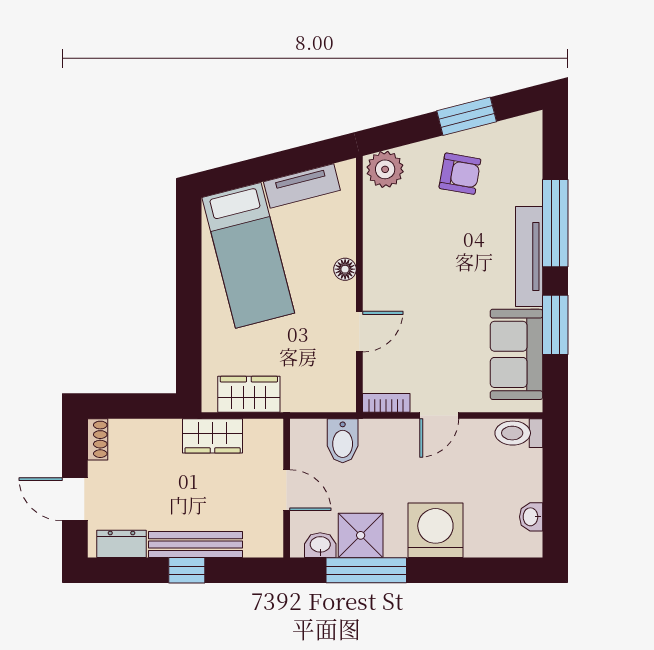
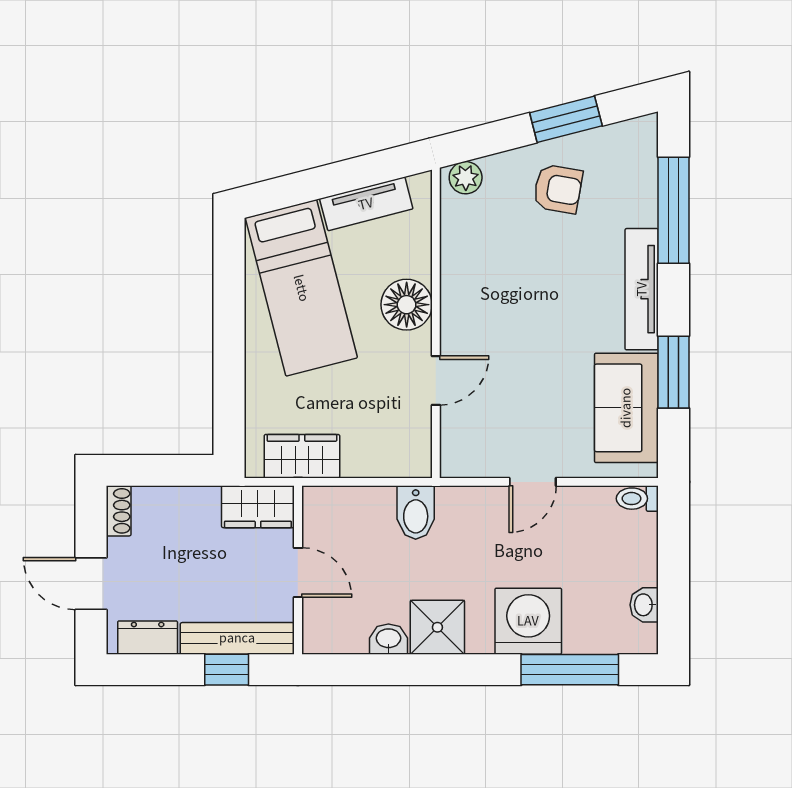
plant: (385, 169) -> (466, 178), width x0.73, depth x0.73
window: (555, 223) -> (673, 210), moved
floor lamp: (345, 269) -> (407, 305), width x1.89, depth x1.89
bookcase: (386, 403) -> (468, 467), removed
toilet: (519, 433) -> (637, 499), width x0.73, depth x0.72
wall: (287, 488) -> (298, 570), moved
door: (287, 490) -> (298, 572), moved
window: (366, 570) -> (570, 670), moved

